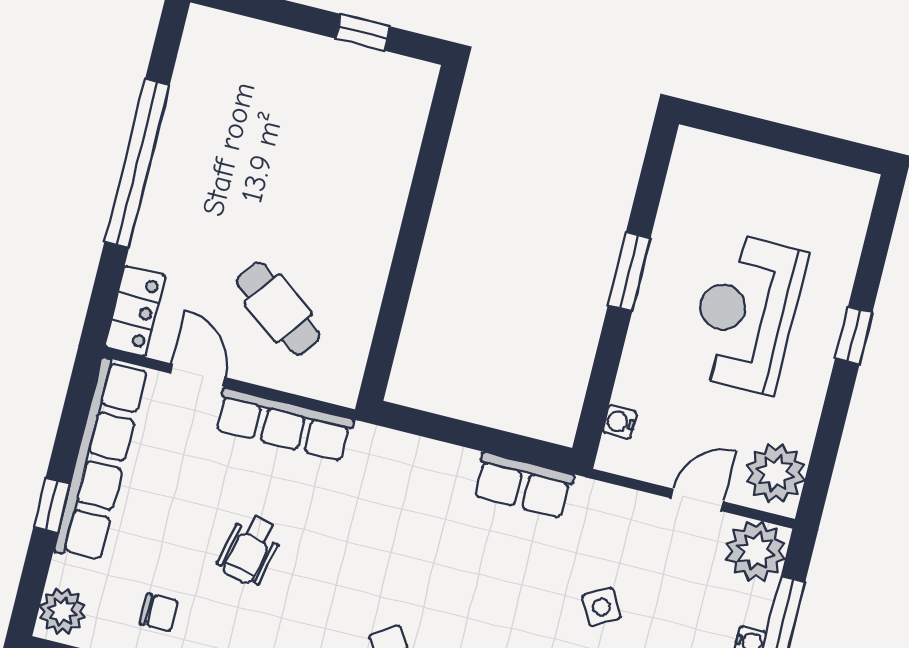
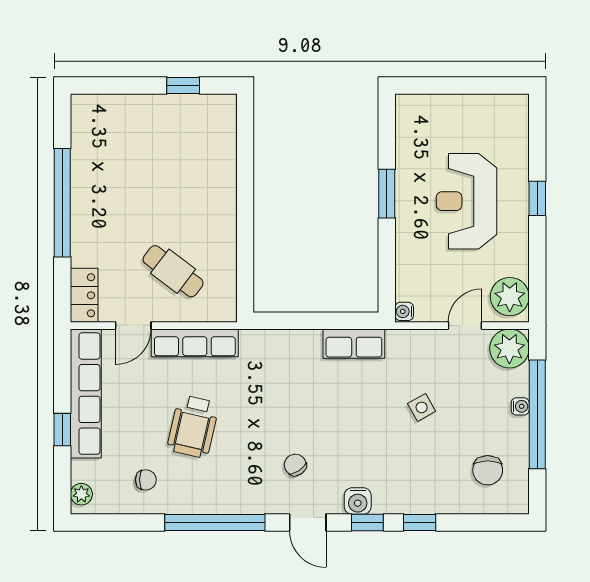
door: (198, 375) -> (133, 326), swing flipped
water cooler: (619, 422) -> (404, 311), moved
wheelchair: (250, 550) -> (193, 426), width x1.36, depth x1.37
plant: (62, 611) -> (81, 494), width x0.73, depth x0.73

